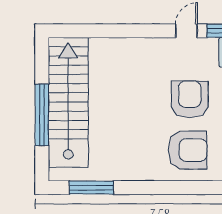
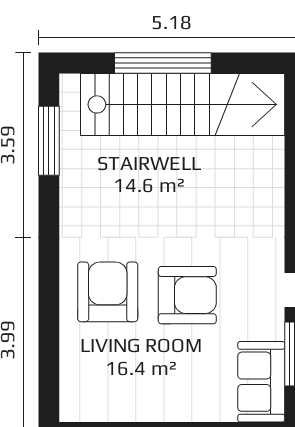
armchair: (188, 150) -> (108, 292), turned 180

